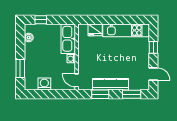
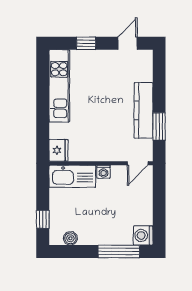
fridge: (95, 30) -> (58, 150), moved
window: (20, 68) -> (119, 251), width x1.44
washing machine: (44, 84) -> (143, 235), moved
window: (132, 94) -> (159, 77), removed

